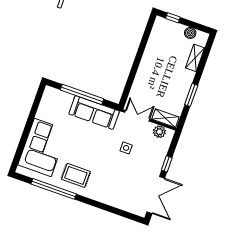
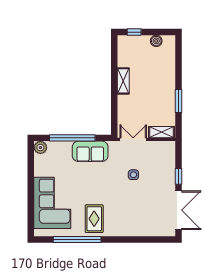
shelving: (195, 58) -> (123, 81), moved
sofa: (94, 112) -> (90, 151), width x0.73
plant: (159, 132) -> (40, 147), moved
rug: (76, 175) -> (94, 219), turned 90

